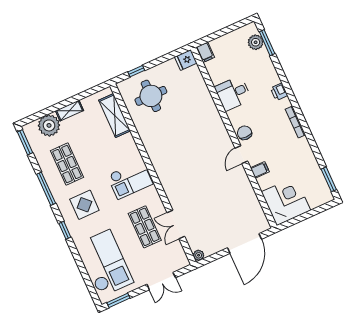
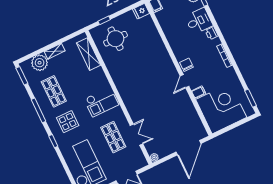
desk: (233, 93) -> (199, 21), moved, turned 180
corner desk: (286, 201) -> (221, 108), width x1.36, depth x1.36
double door: (176, 224) -> (137, 135), swing flipped

